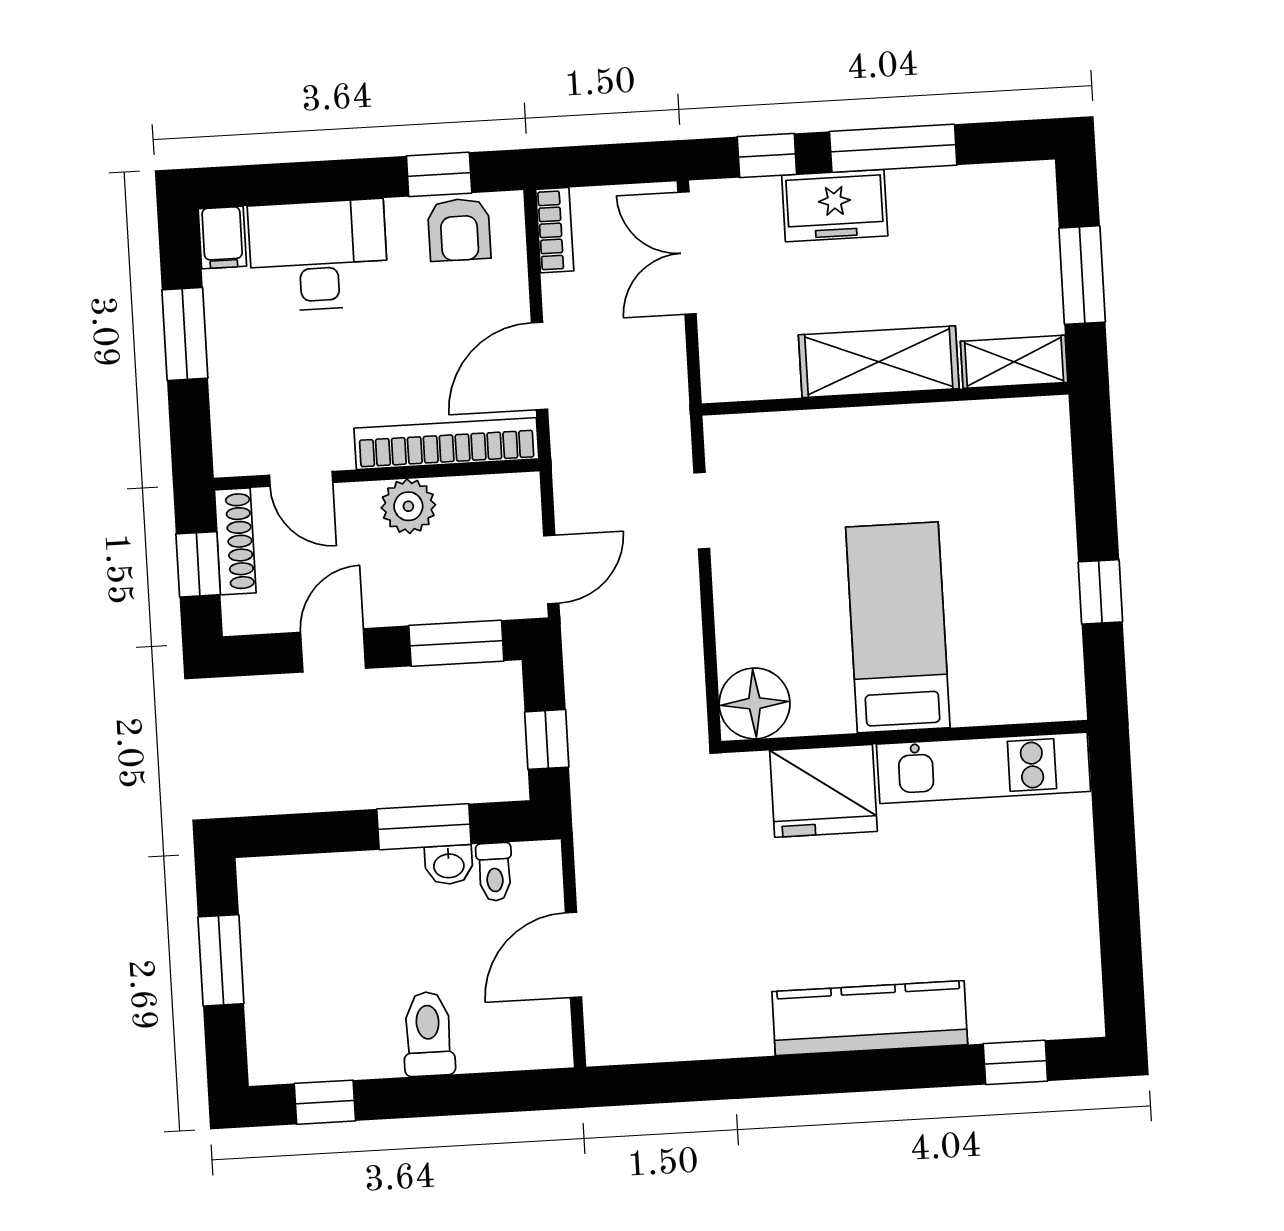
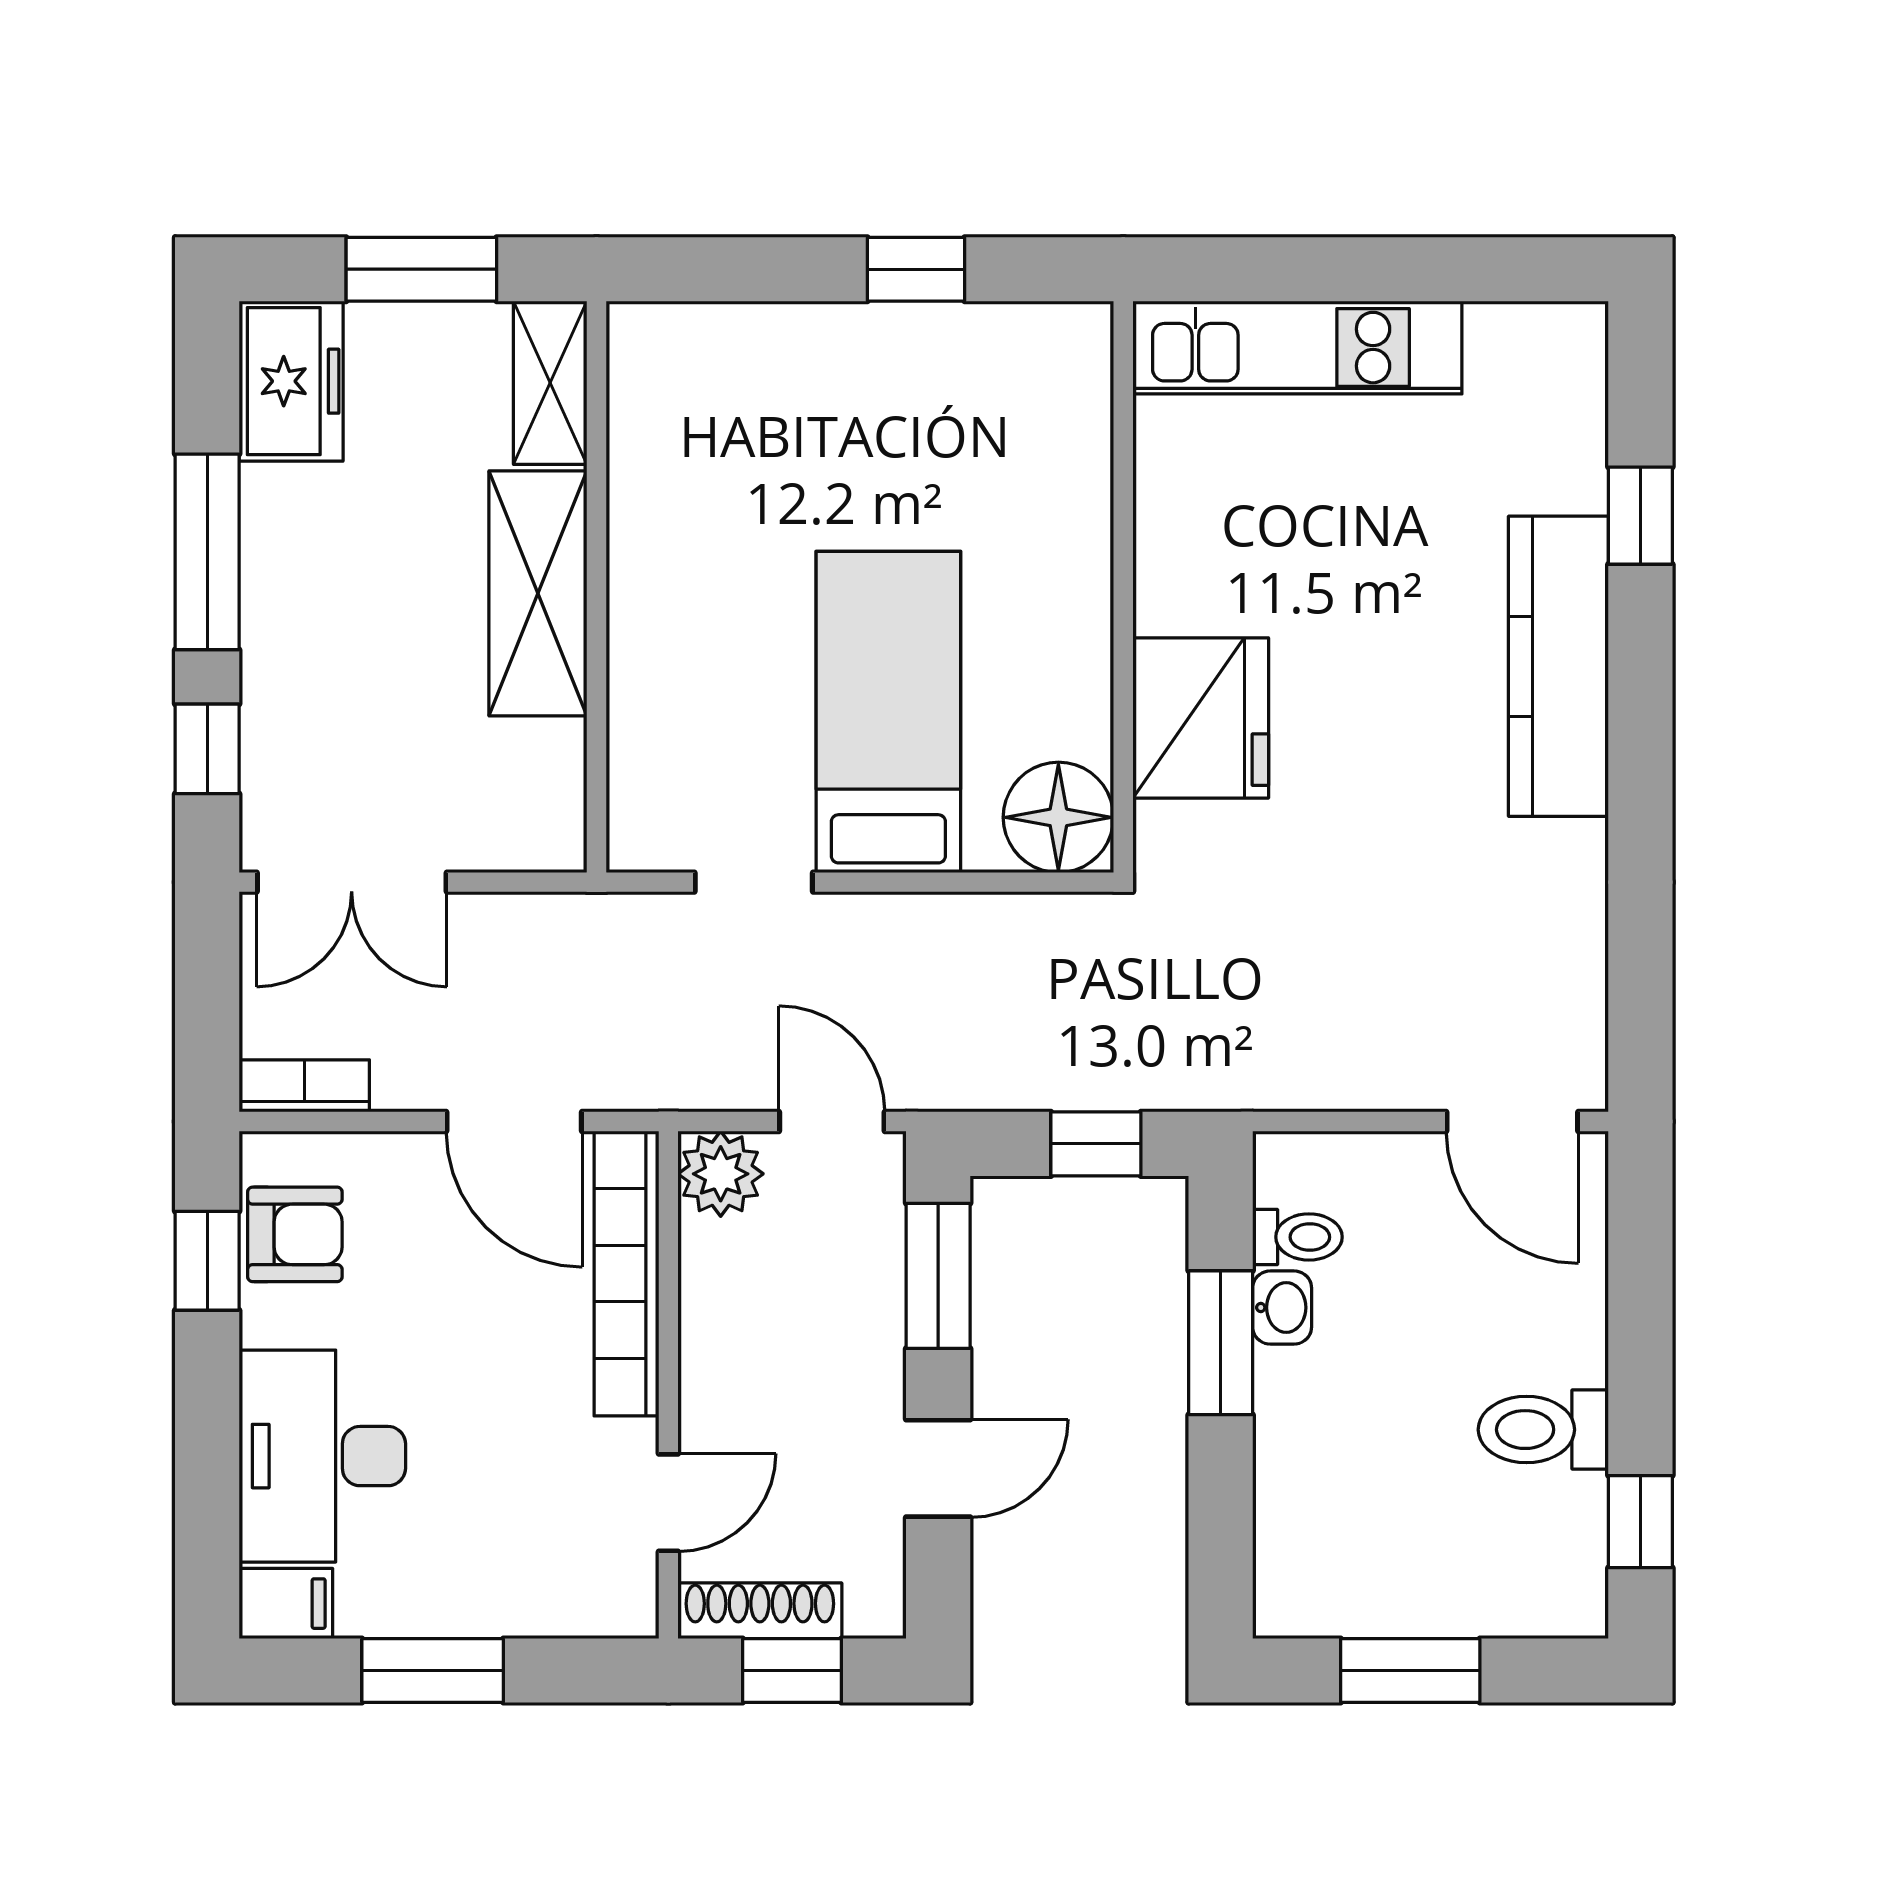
freezer: (835, 206) -> (291, 381), moved
plant: (408, 506) -> (721, 1174), moved
bed: (898, 627) -> (888, 712), moved, turned 90
door: (333, 650) -> (938, 1468), swing flipped
kitchen unit: (983, 768) -> (1297, 348), moved, turned 90
door: (574, 955) -> (1512, 1122), moved
toilet: (428, 1034) -> (1543, 1430), moved
window: (1015, 1062) -> (1640, 516), moved

